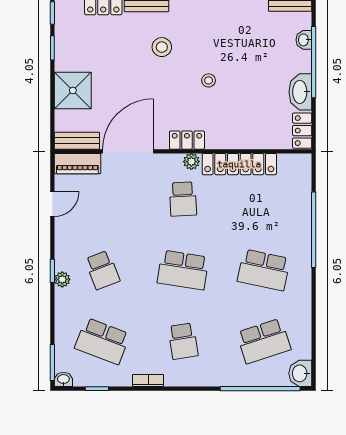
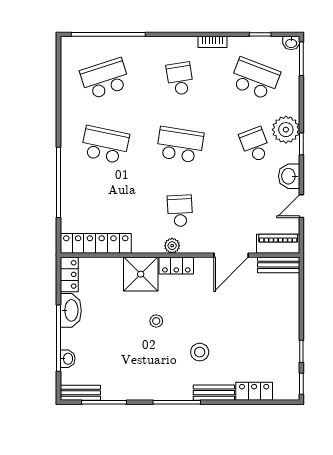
shower: (73, 90) -> (141, 274), moved
door: (128, 151) -> (231, 255), width x0.73
locker: (239, 164) -> (96, 243), moved
plant: (62, 279) -> (286, 130), width x1.88, depth x1.88
washbasin: (300, 373) -> (289, 176), moved, turned 180

